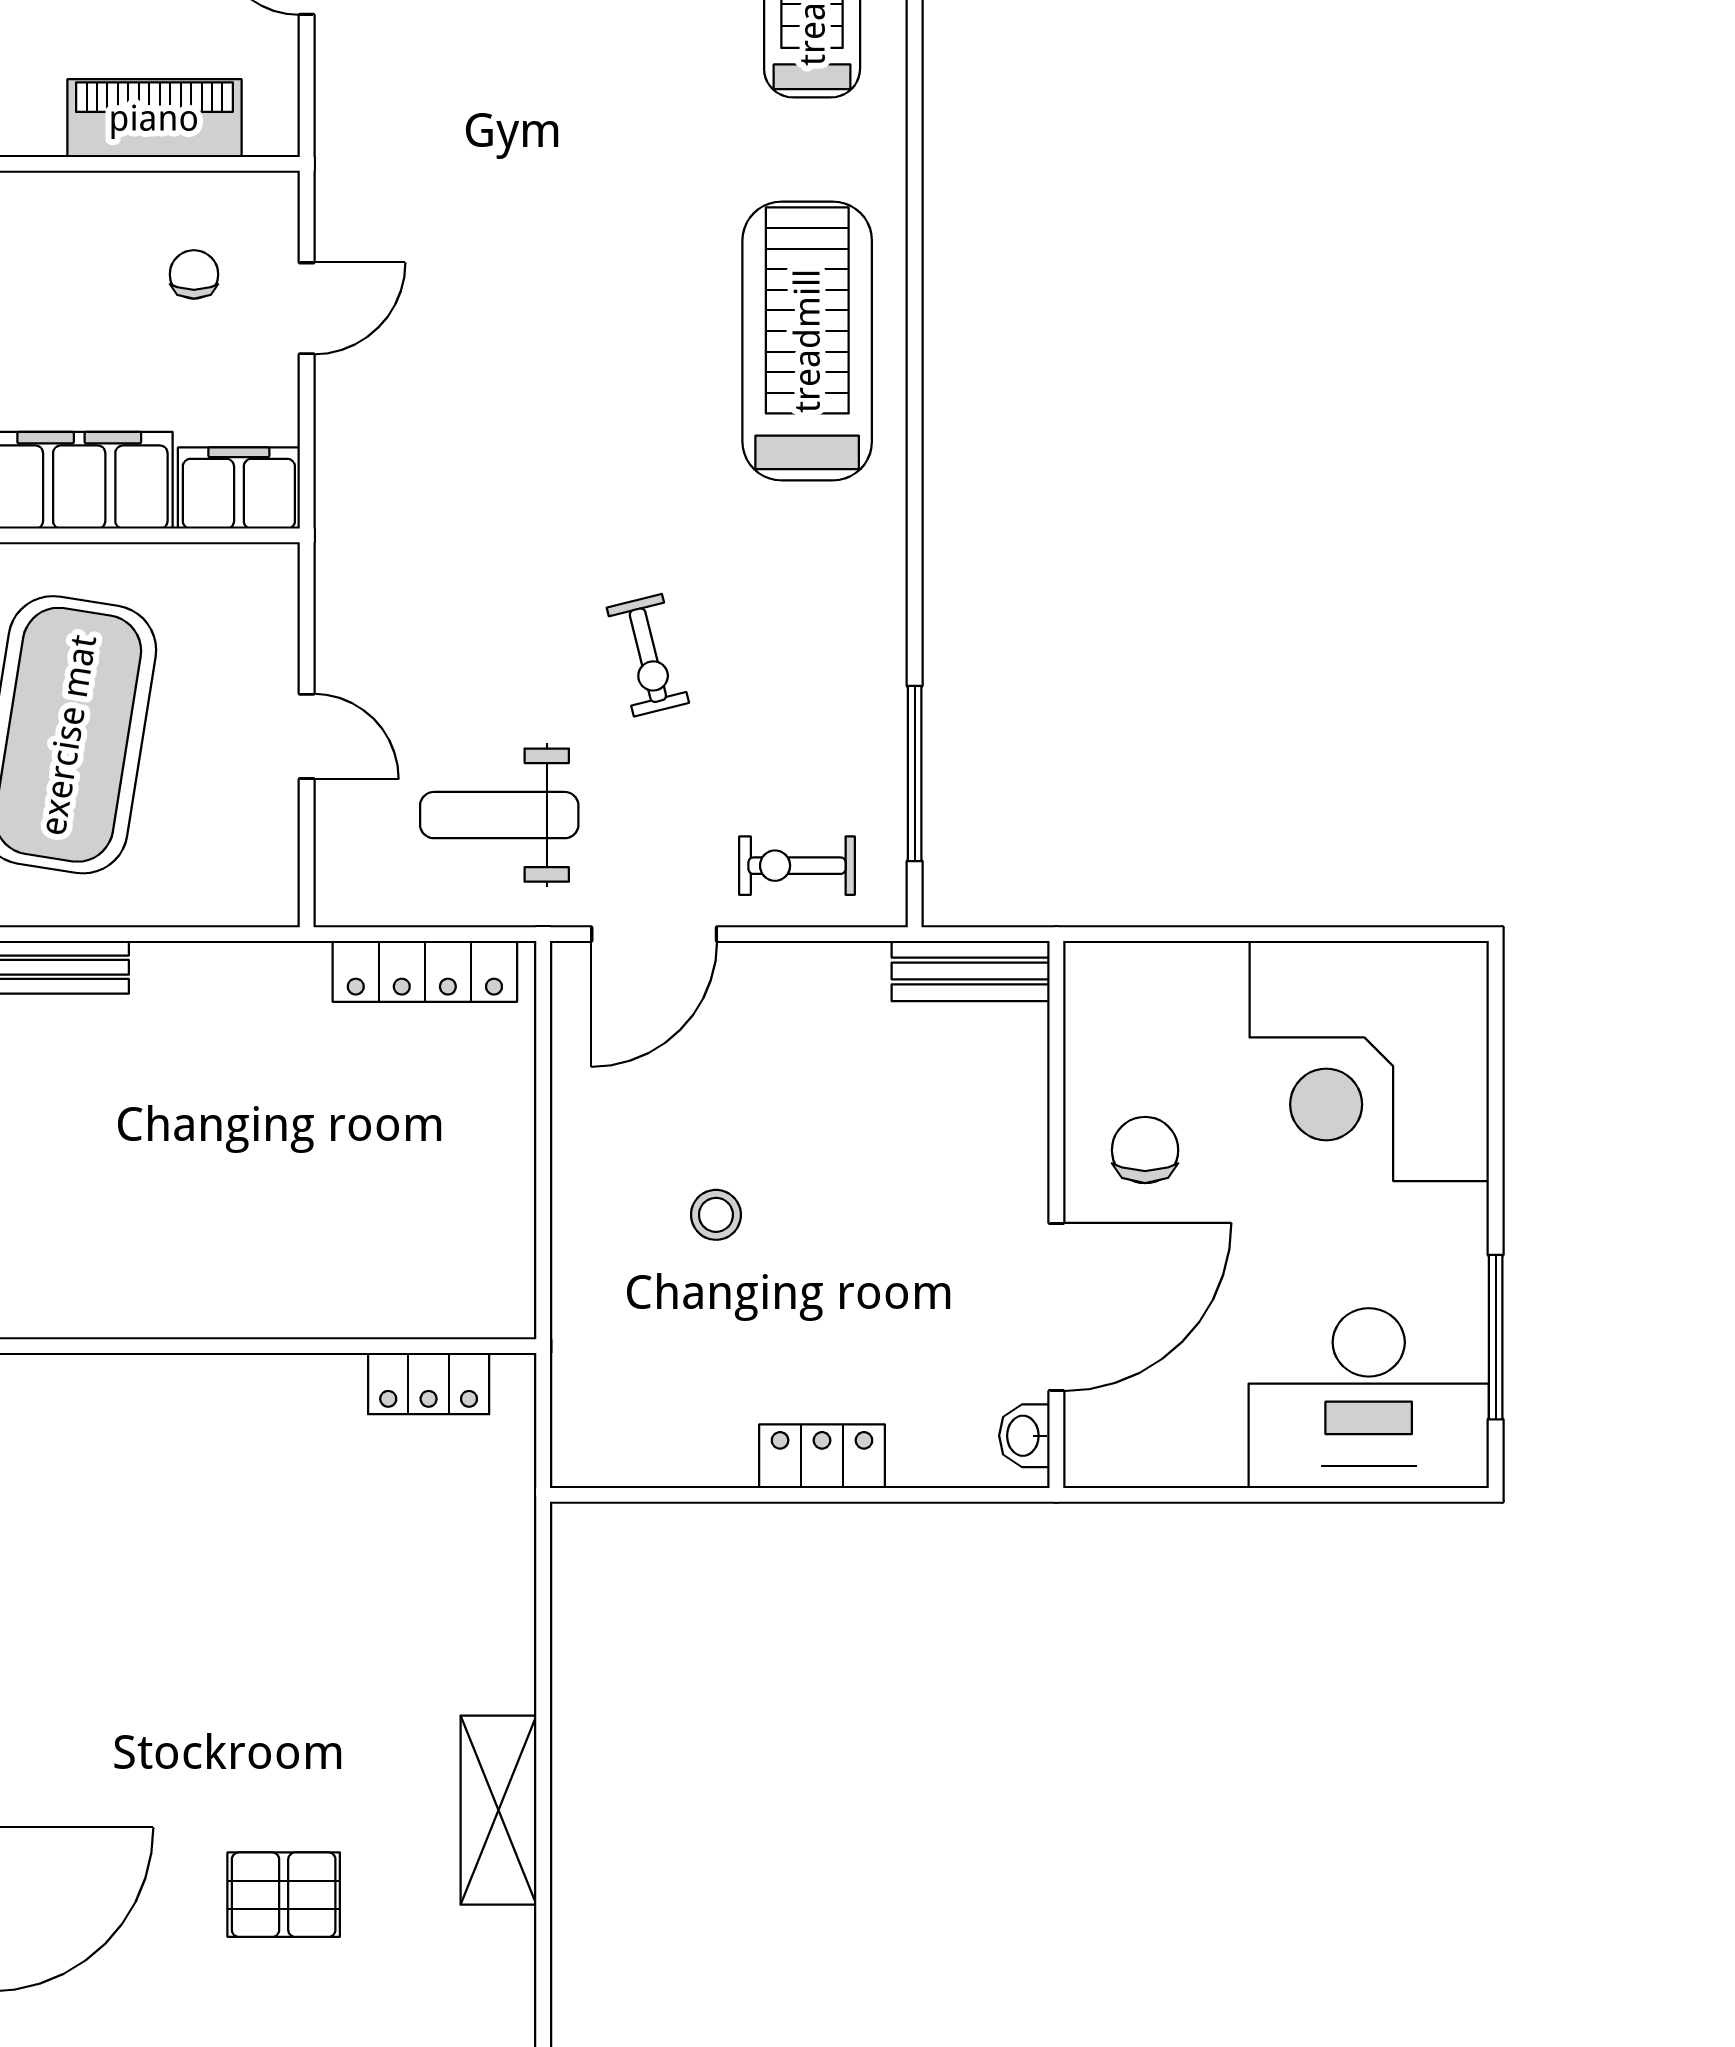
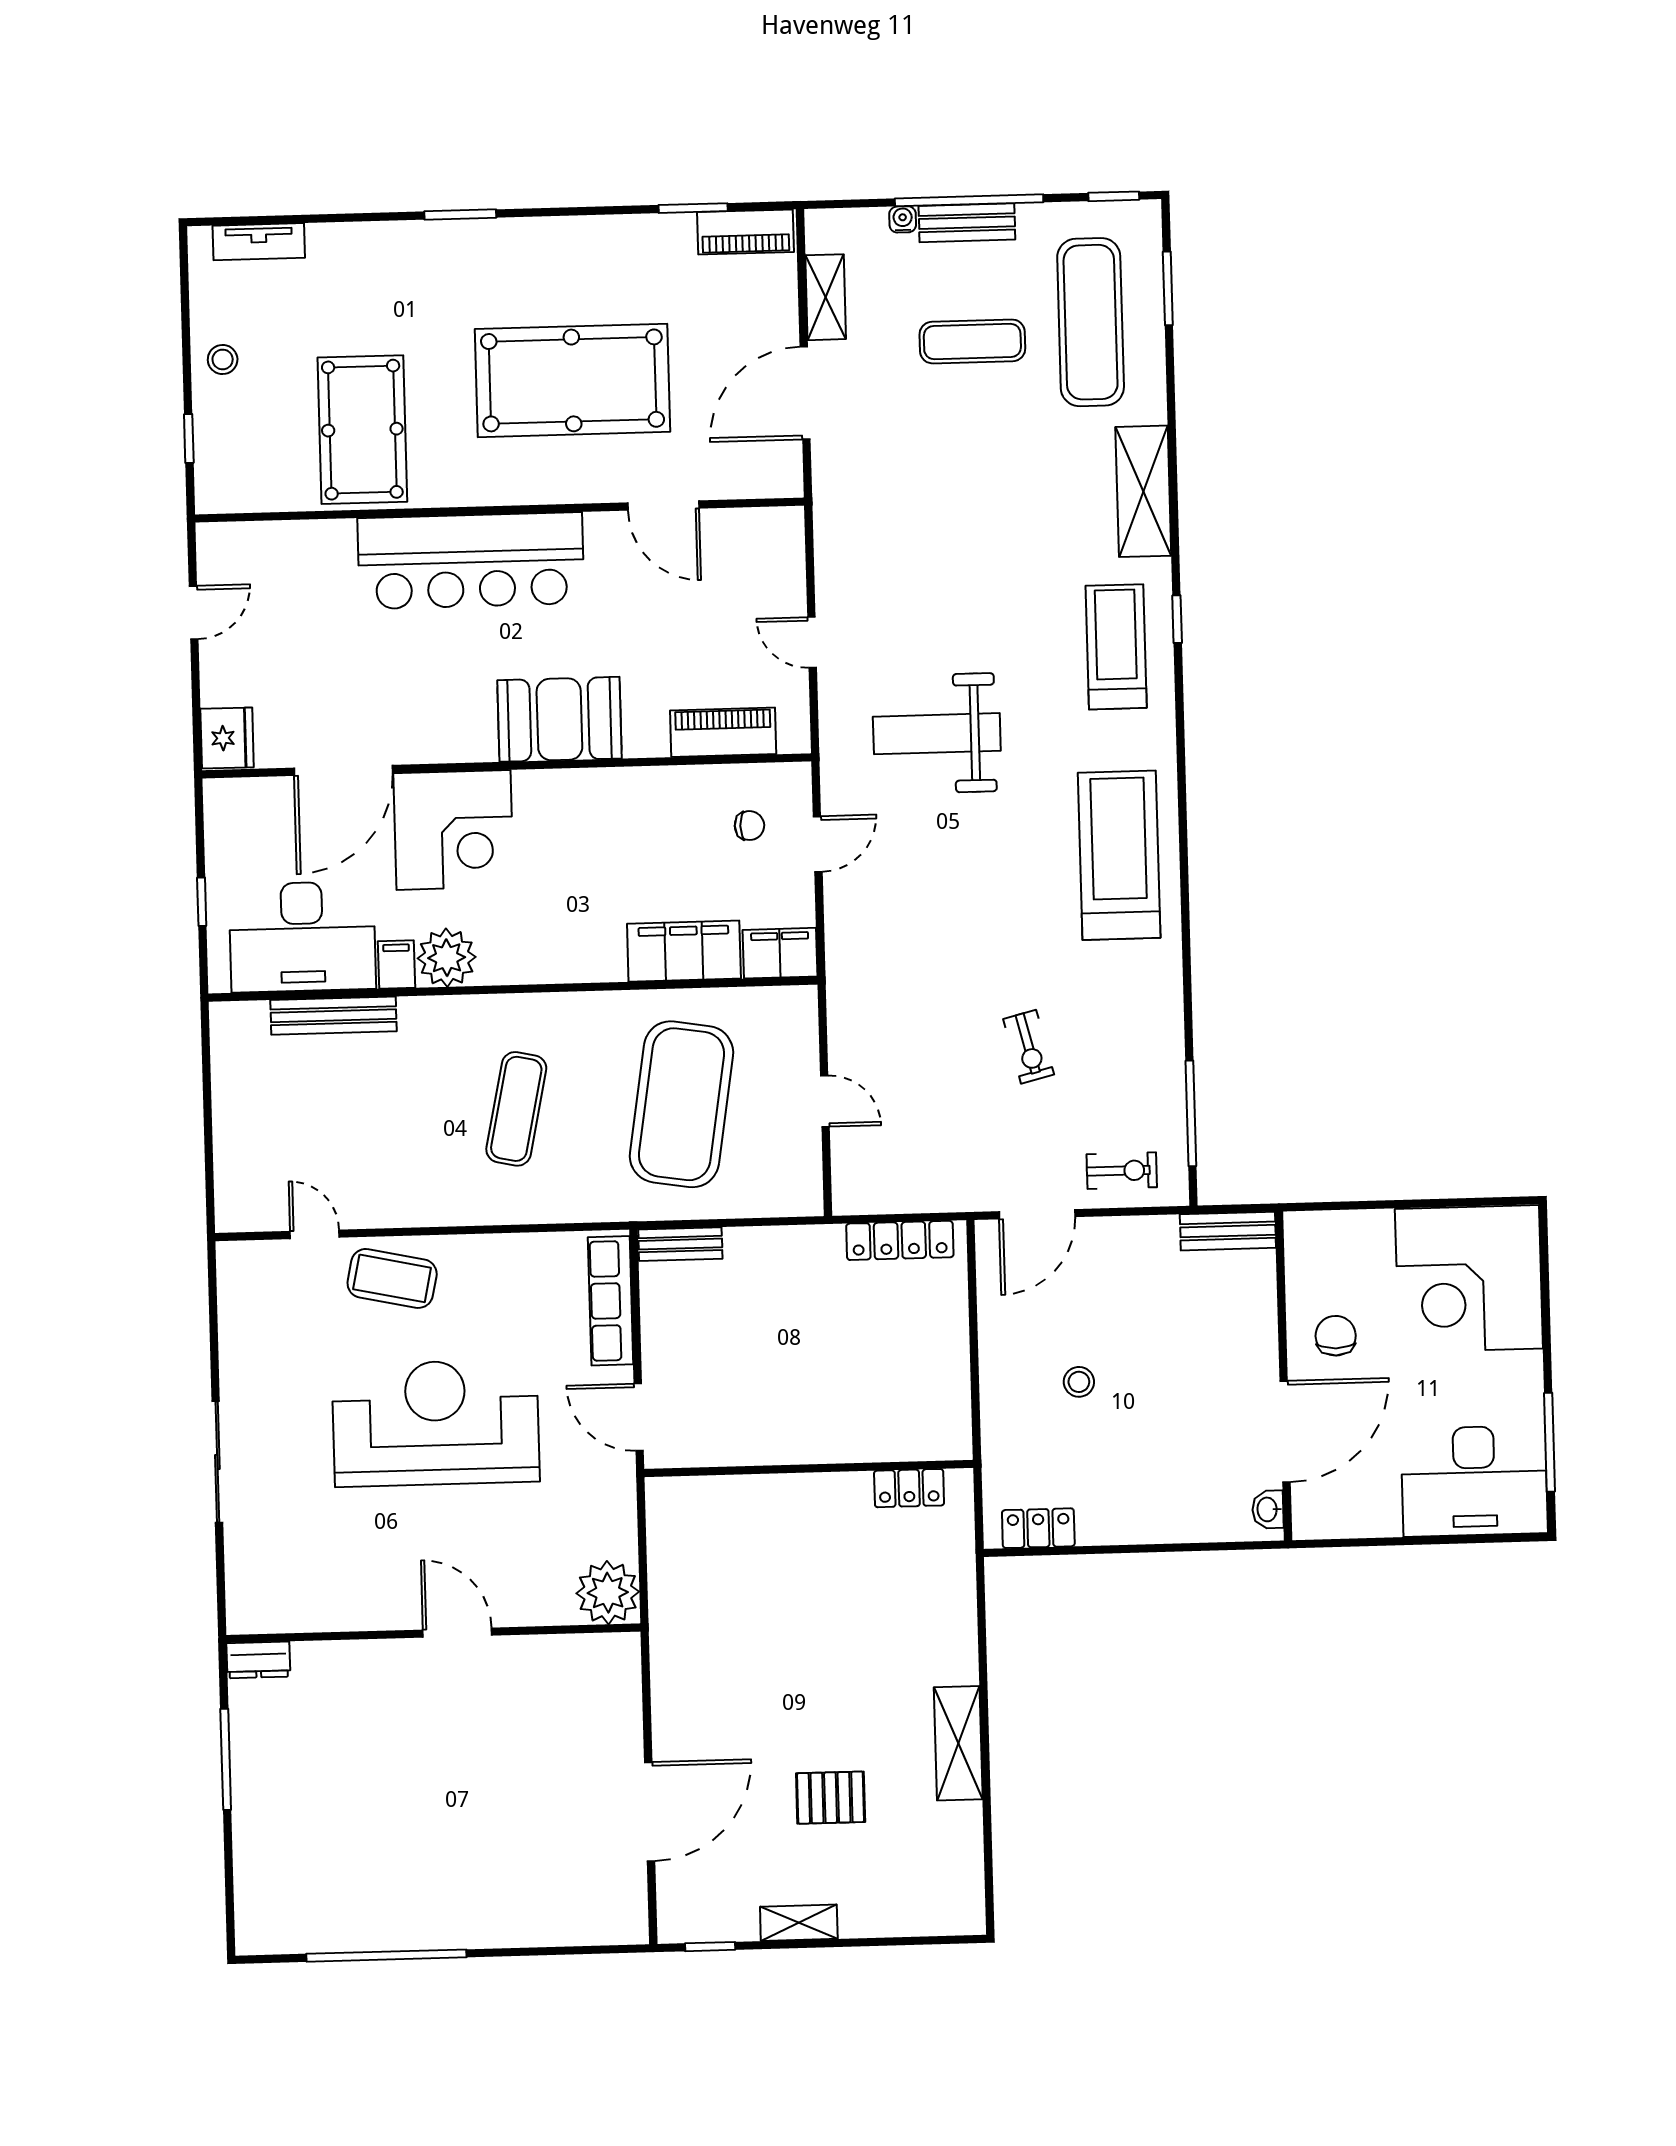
chair: (194, 274) -> (749, 826), turned 90
weight bench: (499, 815) -> (937, 734), moved, width x1.36, depth x1.33
exercise bike: (797, 866) -> (1122, 1171), turned 180
locker: (822, 1456) -> (1038, 1528), moved

